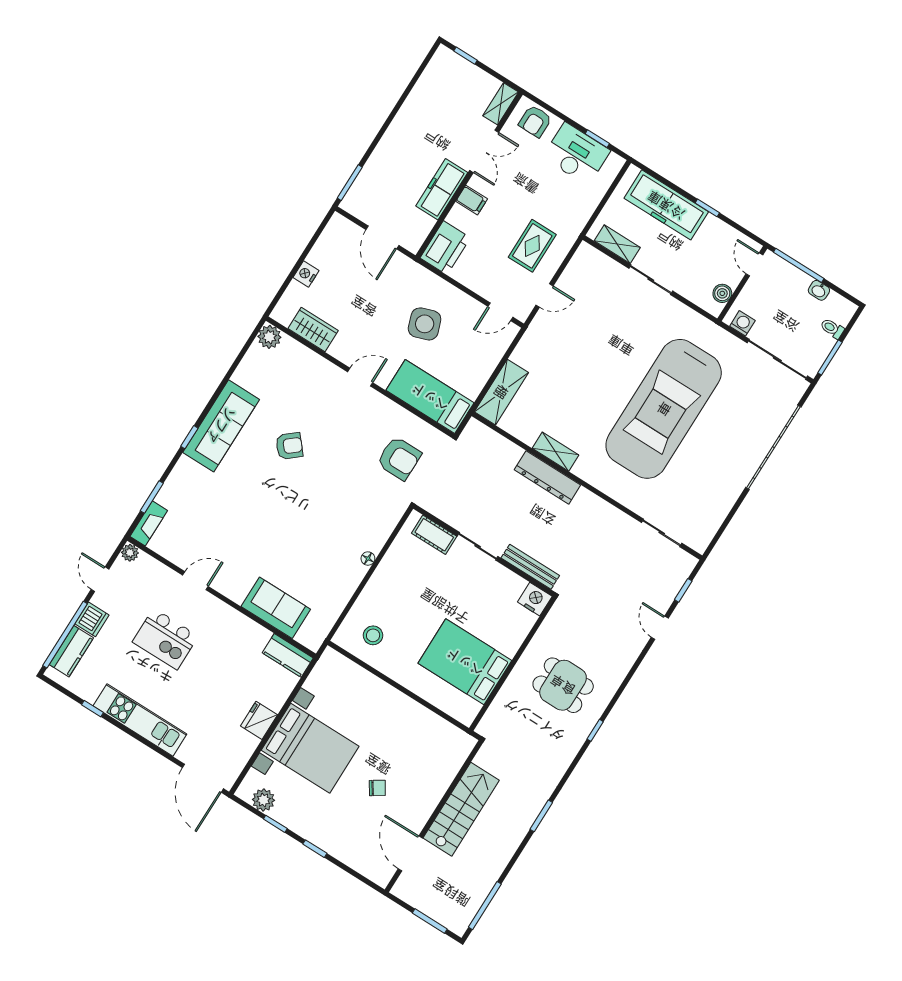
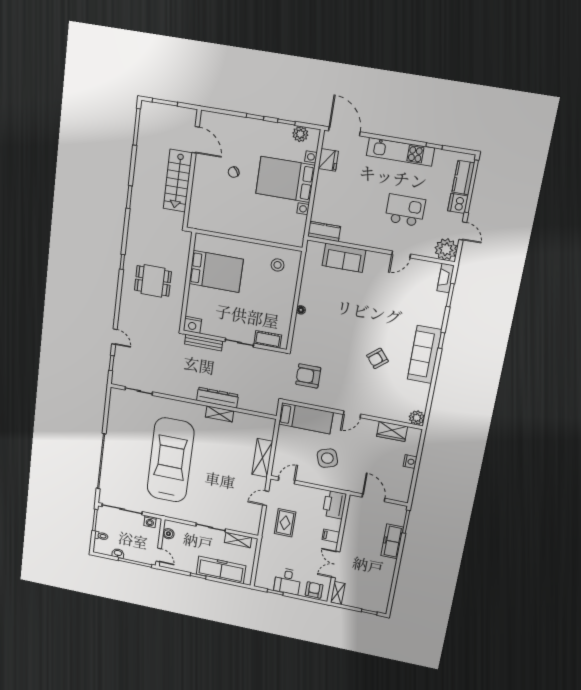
desk: (577, 154) -> (287, 581), width x0.73
freezer: (442, 189) -> (392, 541), moved, turned 180
shelving: (501, 392) -> (262, 458), moved
plant: (130, 553) -> (446, 249), width x1.87, depth x1.87
fridge: (259, 720) -> (328, 160), moved

